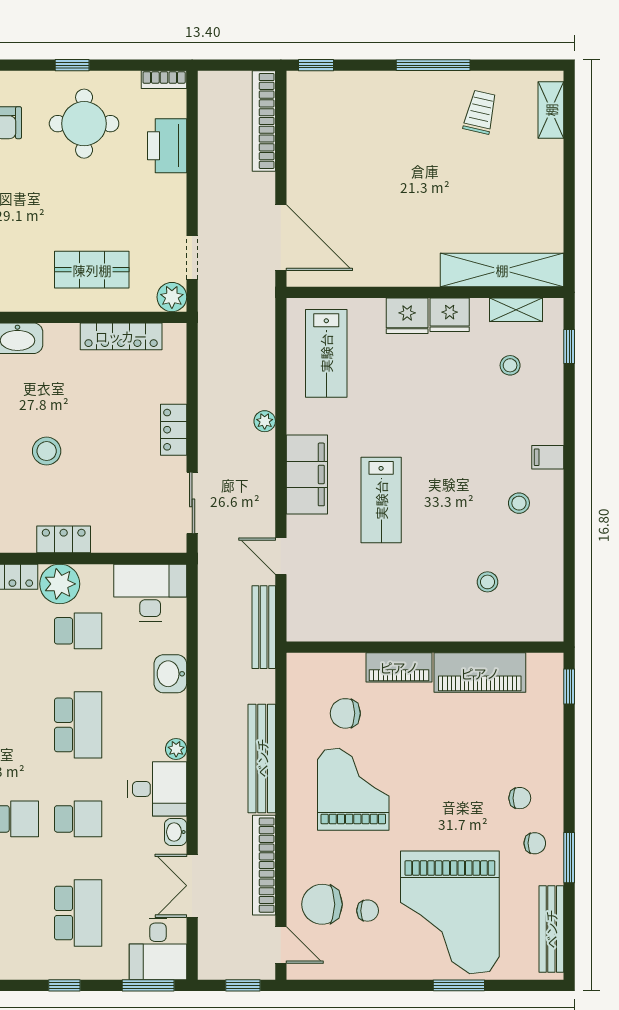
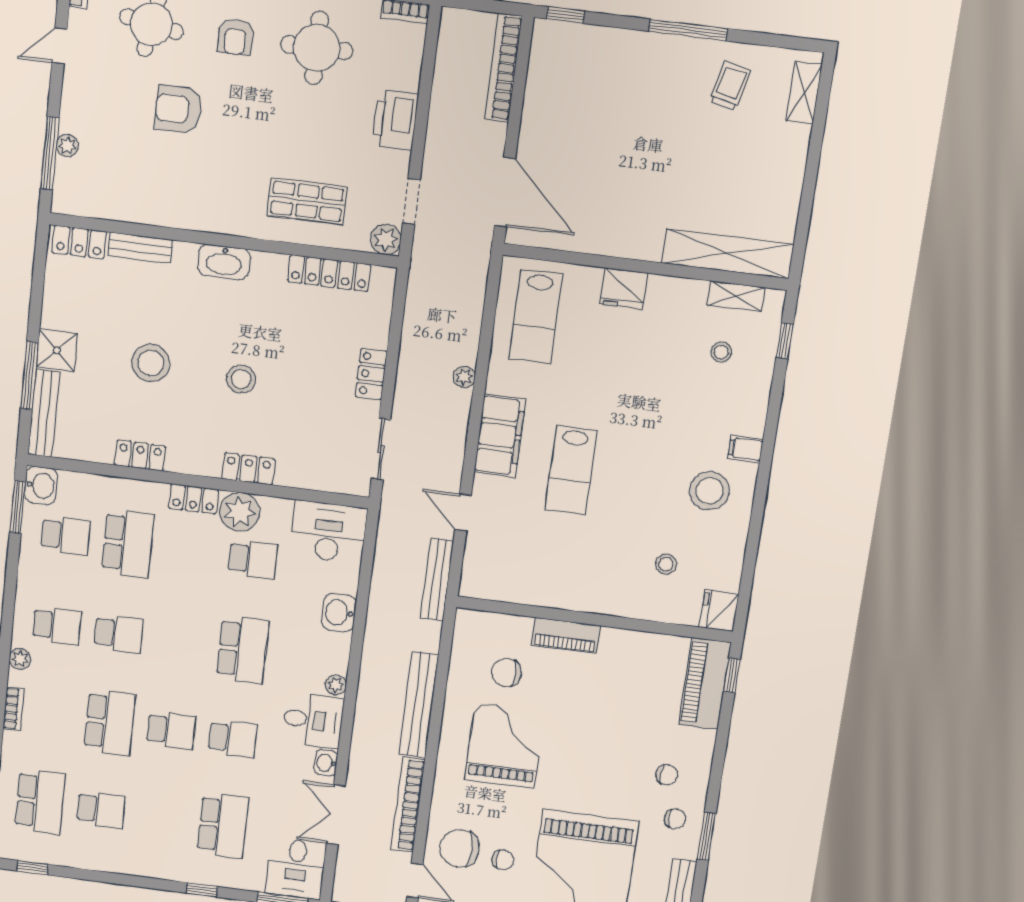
printer: (167, 146) -> (395, 120), moved
fridge: (450, 315) -> (719, 611), moved, turned 90
stool: (519, 503) -> (709, 491), width x1.89, depth x1.89
piano: (480, 673) -> (705, 684), moved, turned 90

